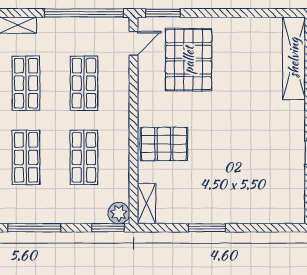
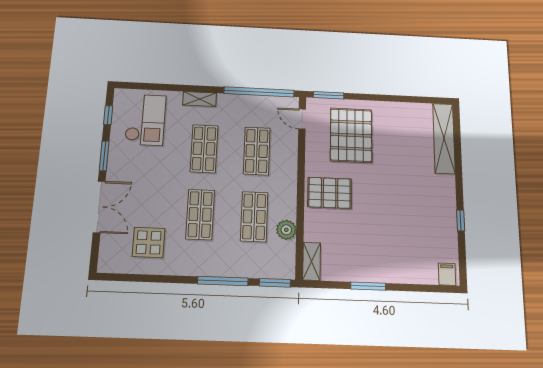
door: (133, 43) -> (302, 119), swing flipped
pallet: (164, 144) -> (330, 193), moved
filing cabinet: (292, 212) -> (447, 274), added
plant: (119, 213) -> (286, 230), moved
window: (34, 228) -> (223, 281), moved

